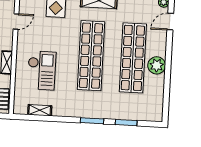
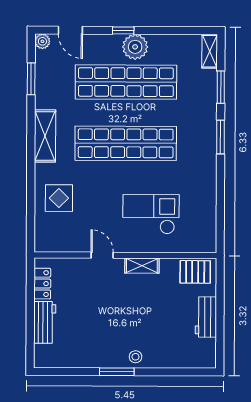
door: (16, 21) -> (102, 255), moved
window: (168, 58) -> (123, 30), added
shelving: (40, 110) -> (210, 51), moved

